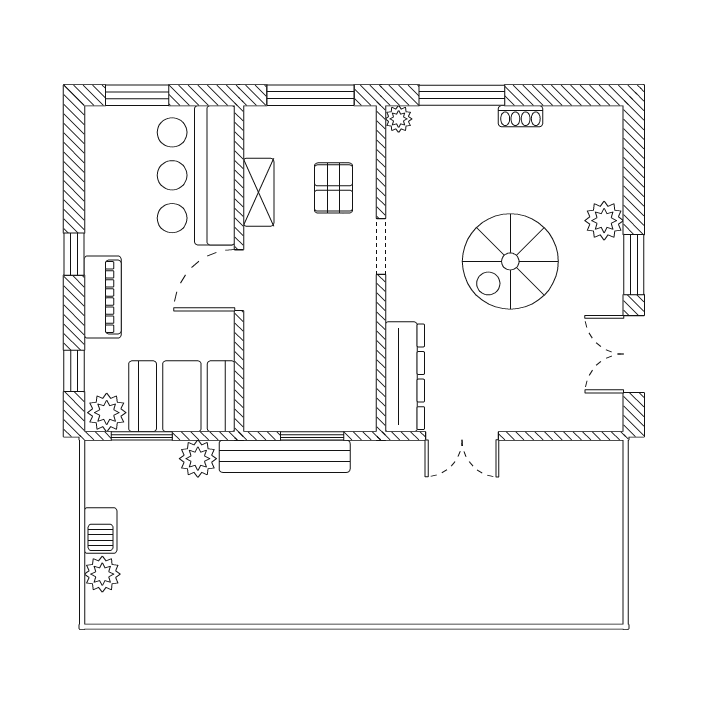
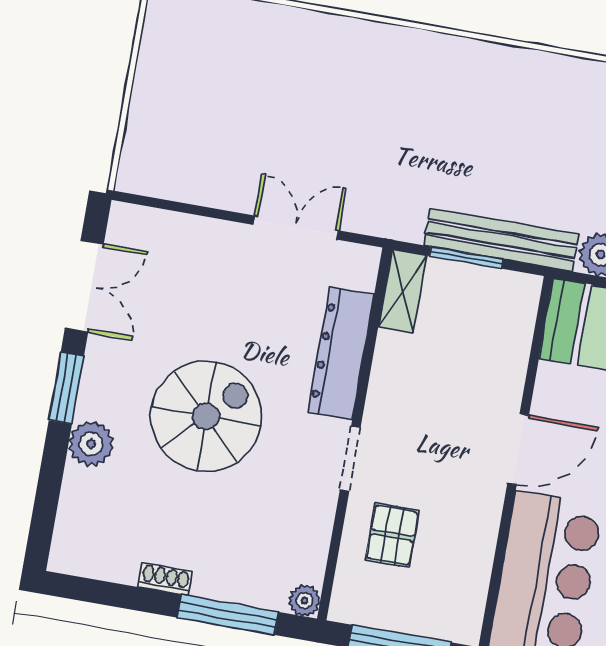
shelving: (258, 192) -> (402, 291), moved
dresser: (405, 377) -> (341, 354), moved

